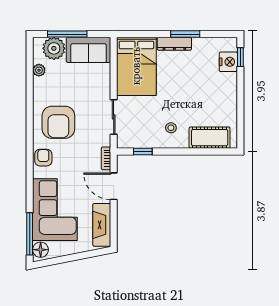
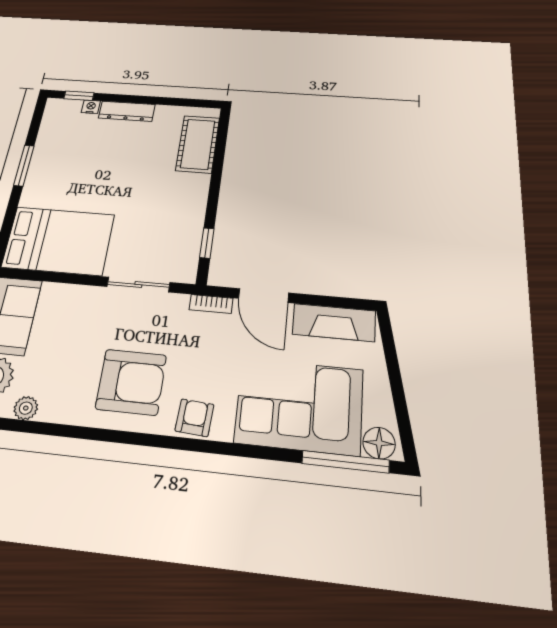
dresser: (174, 44) -> (127, 111), moved, turned 90
nightstand: (228, 62) -> (91, 107), width x0.53, depth x0.56
stool: (171, 128) -> (173, 197), removed
armchair: (43, 158) -> (194, 418), turned 94
door: (114, 186) -> (264, 296), hinge flipped

